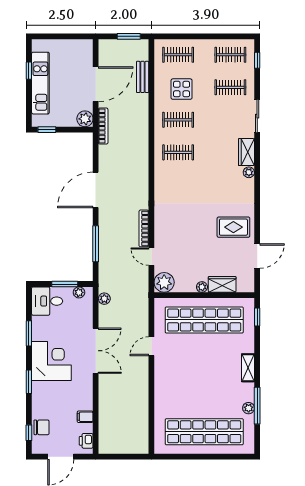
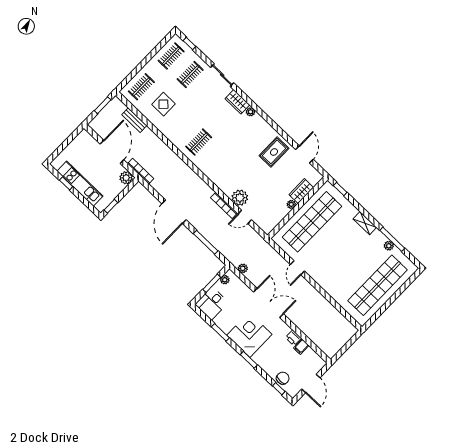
clothes rail: (178, 120) -> (180, 124), removed
plant: (164, 282) -> (240, 198), moved
printer: (86, 441) -> (293, 338), moved

